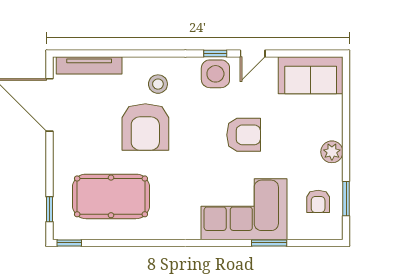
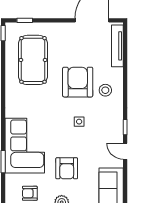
side table: (215, 74) -> (79, 122), moved, width x0.54, depth x0.54
armchair: (145, 127) -> (78, 82), turned 90
armchair: (244, 135) -> (67, 168), moved

